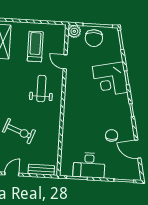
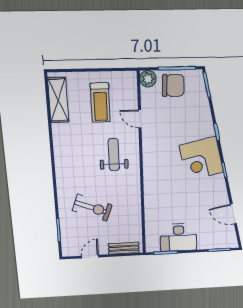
chair: (94, 38) -> (173, 85), turned -89
treadmill: (35, 46) -> (100, 103), turned 180
corner desk: (110, 79) -> (202, 159), moved
chair: (112, 135) -> (202, 202), removed

